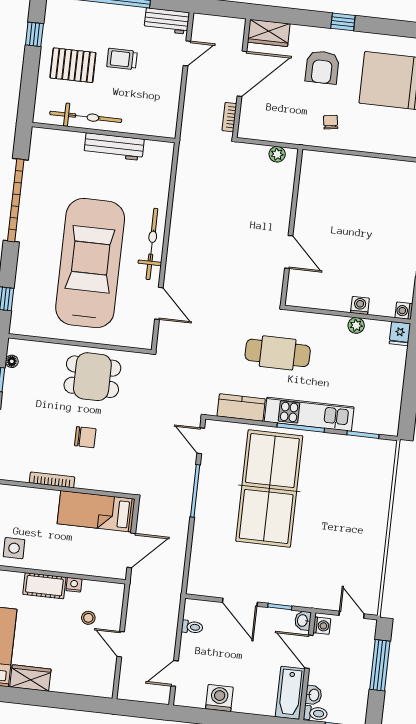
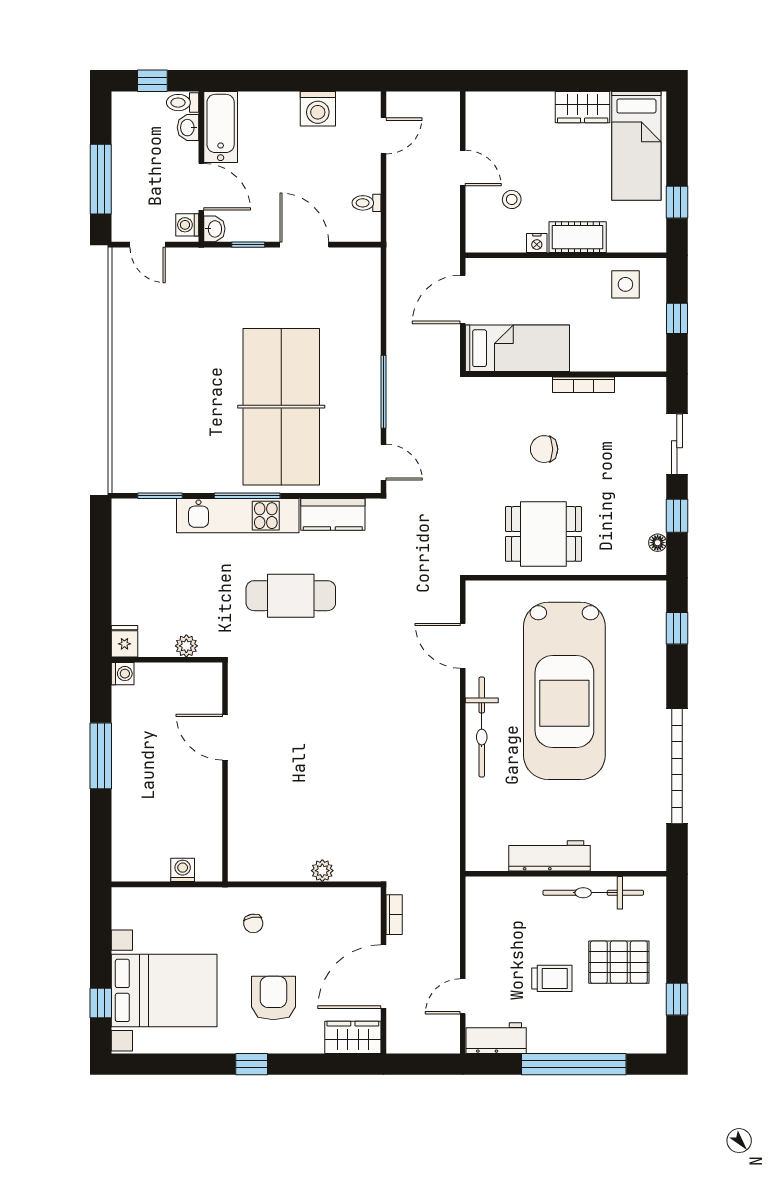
wall: (292, 227) -> (225, 772), moved
door: (289, 252) -> (225, 737), moved
washing machine: (360, 305) -> (183, 870), moved, turned 180

